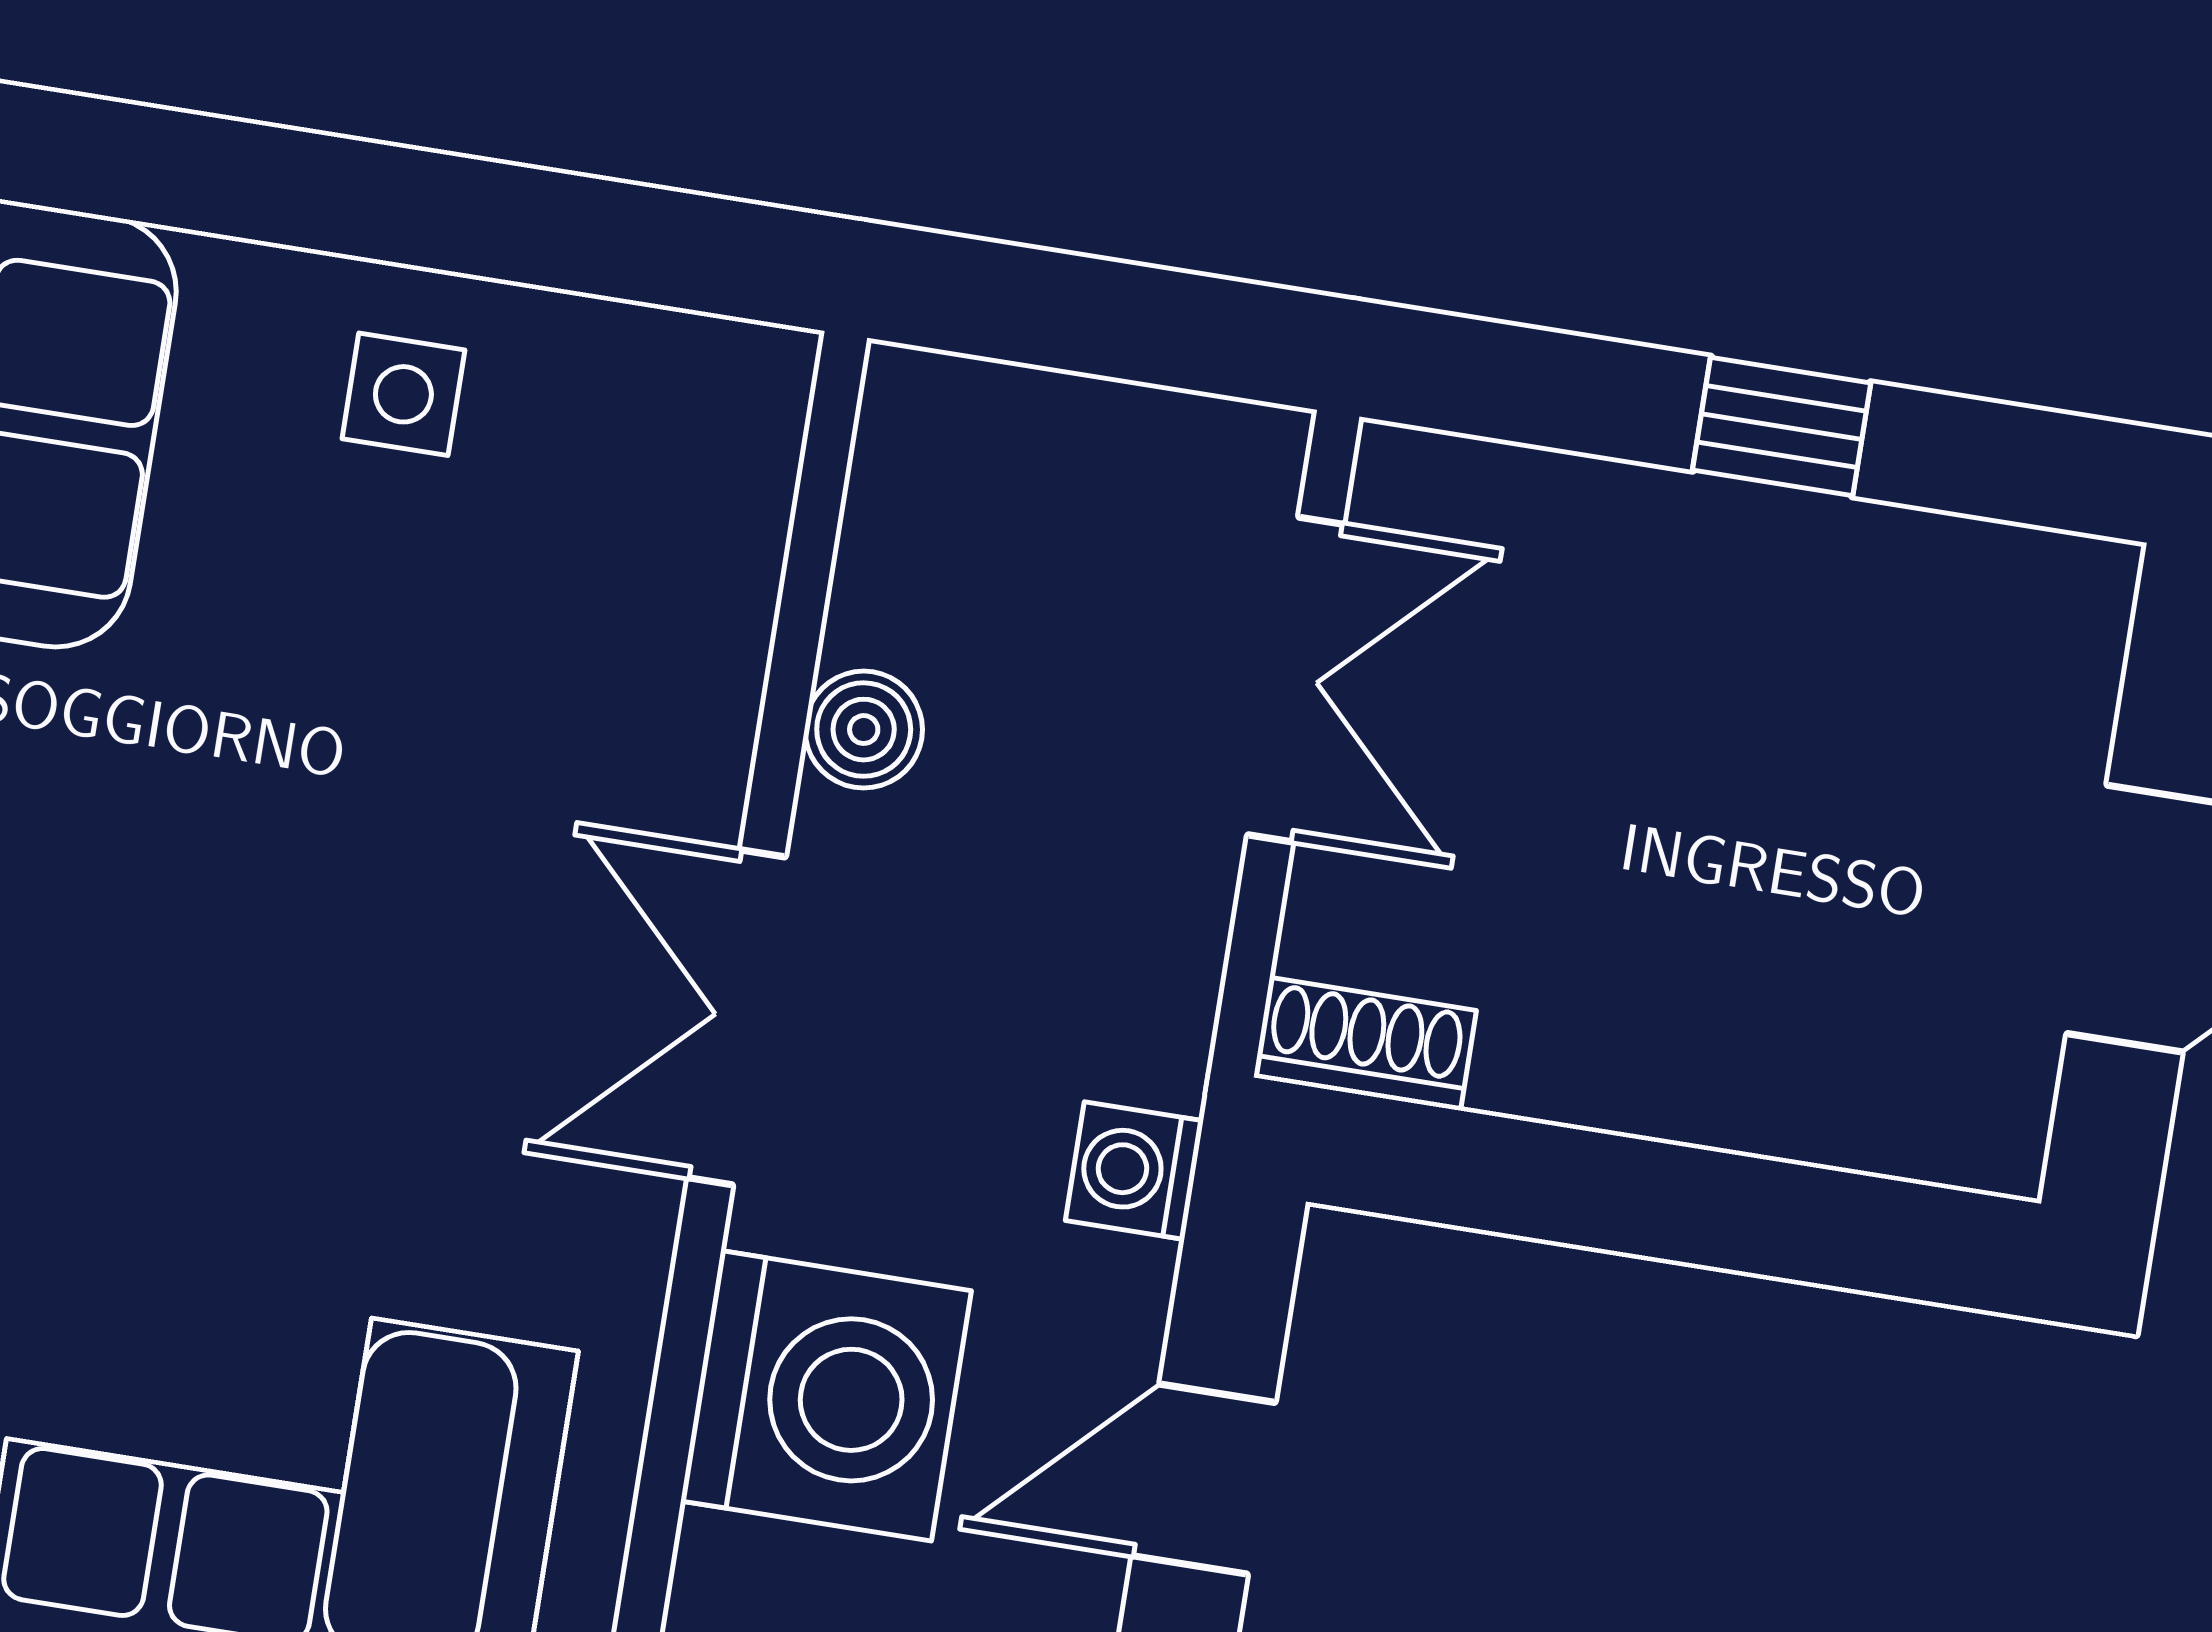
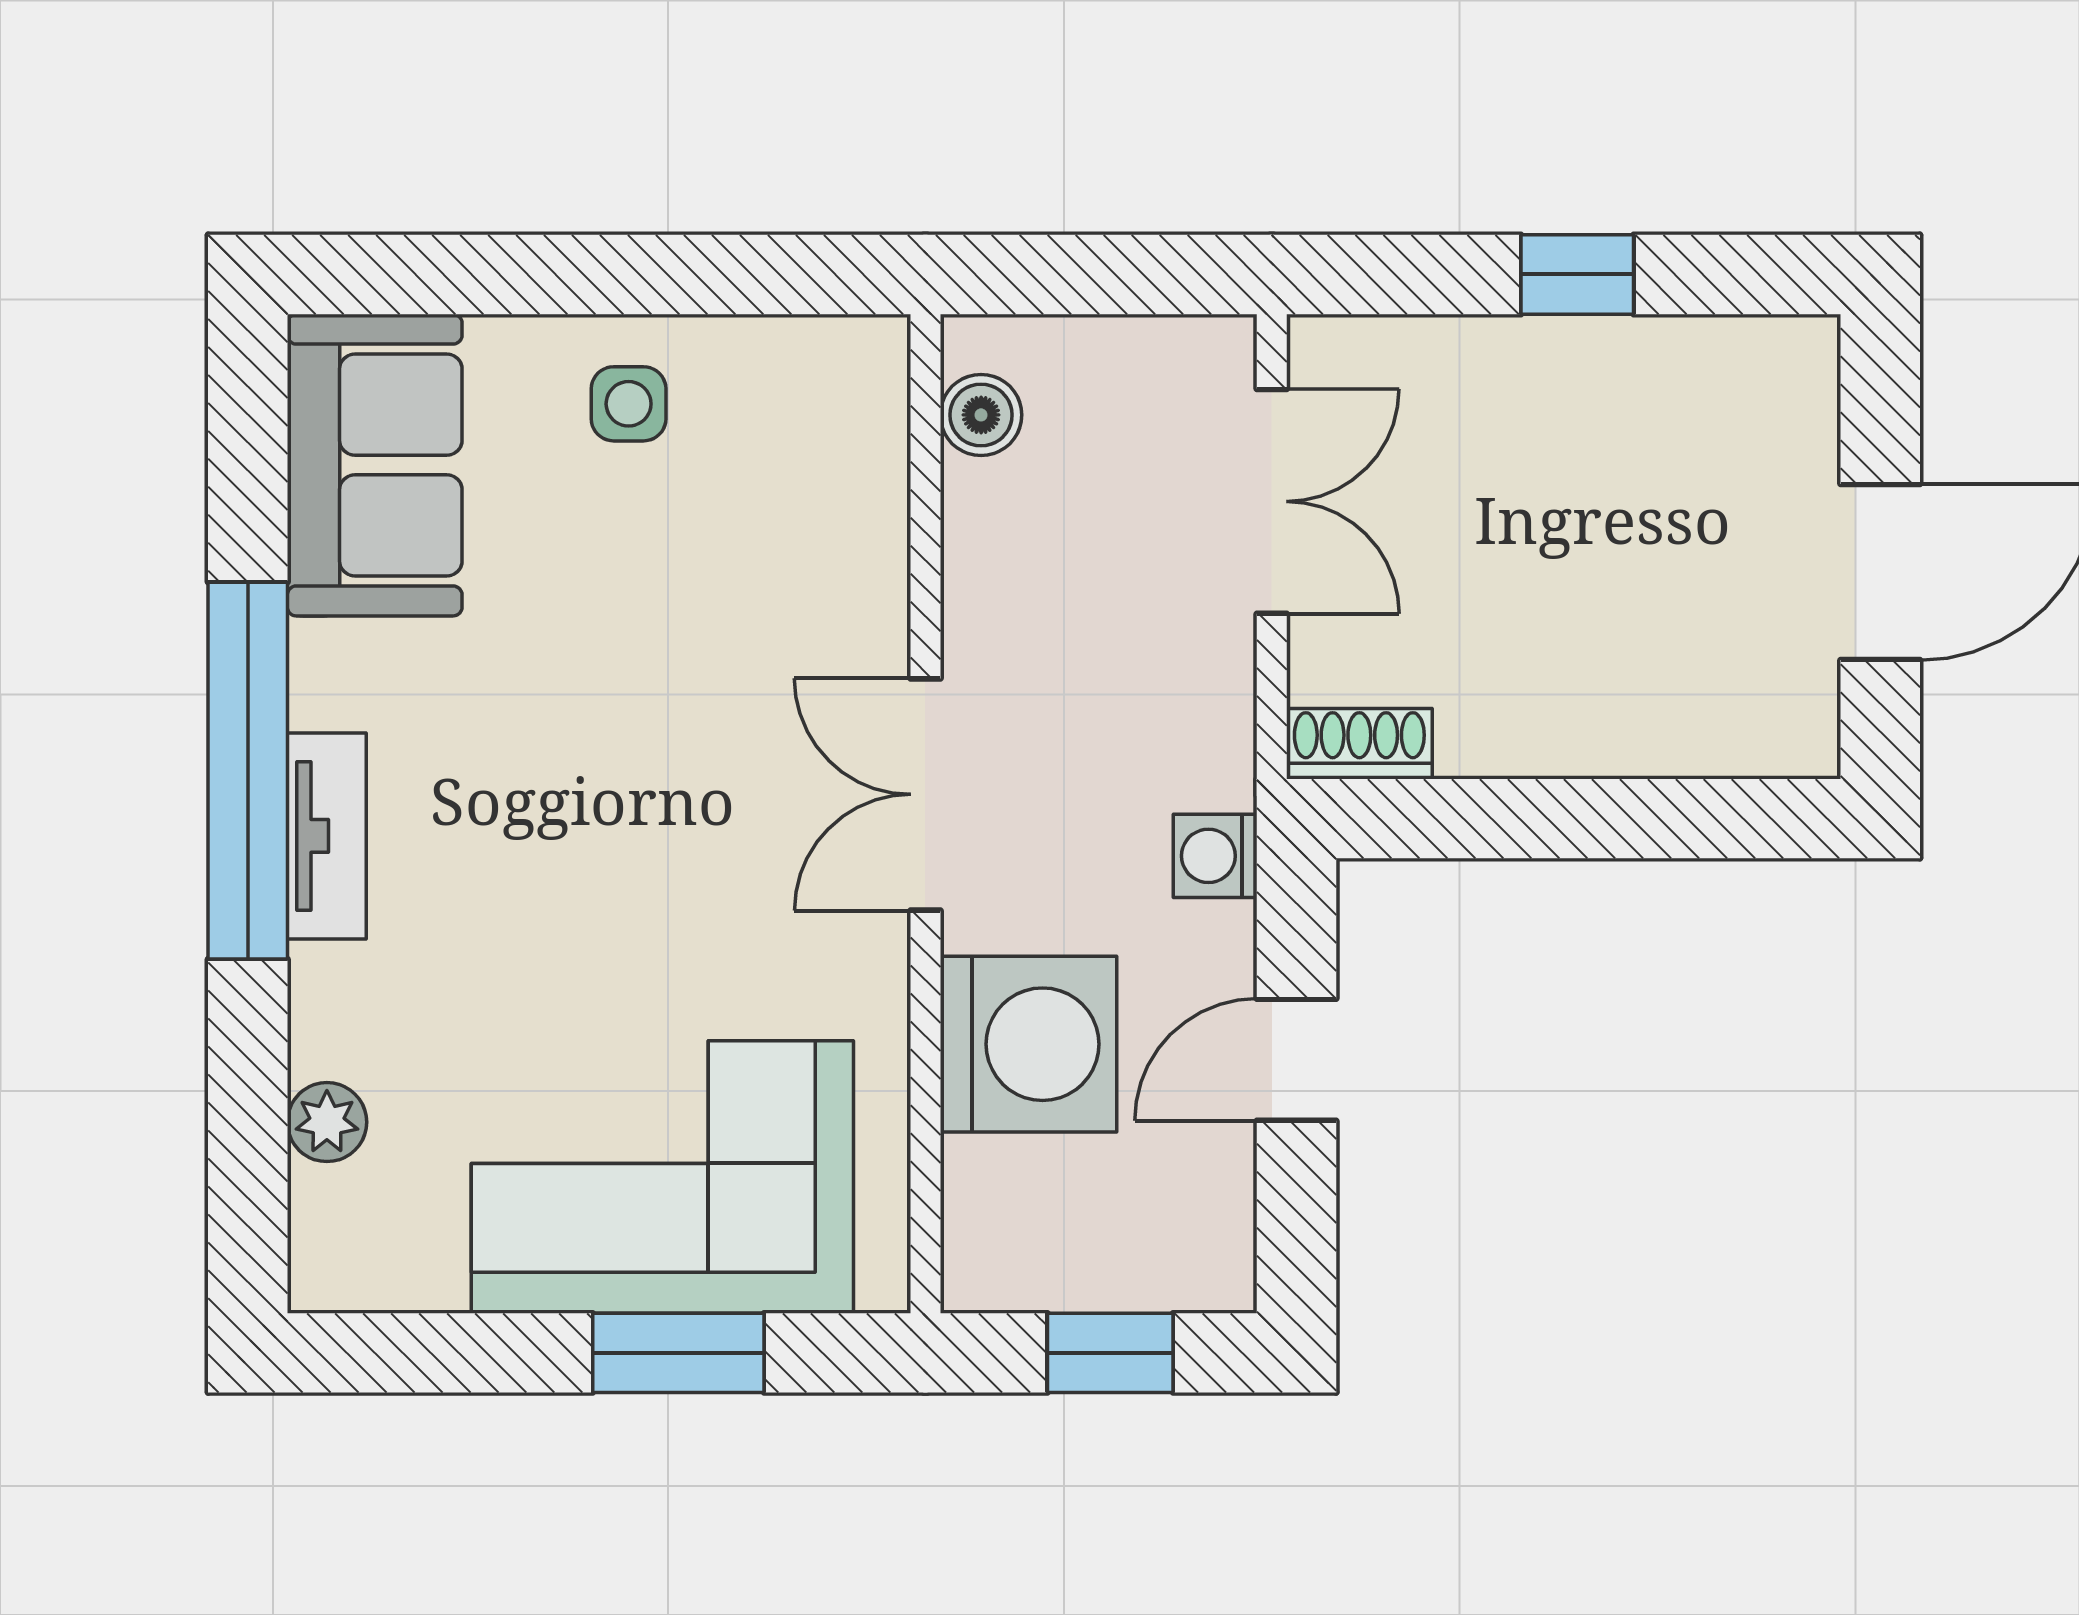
boiler: (864, 730) -> (981, 415), moved

